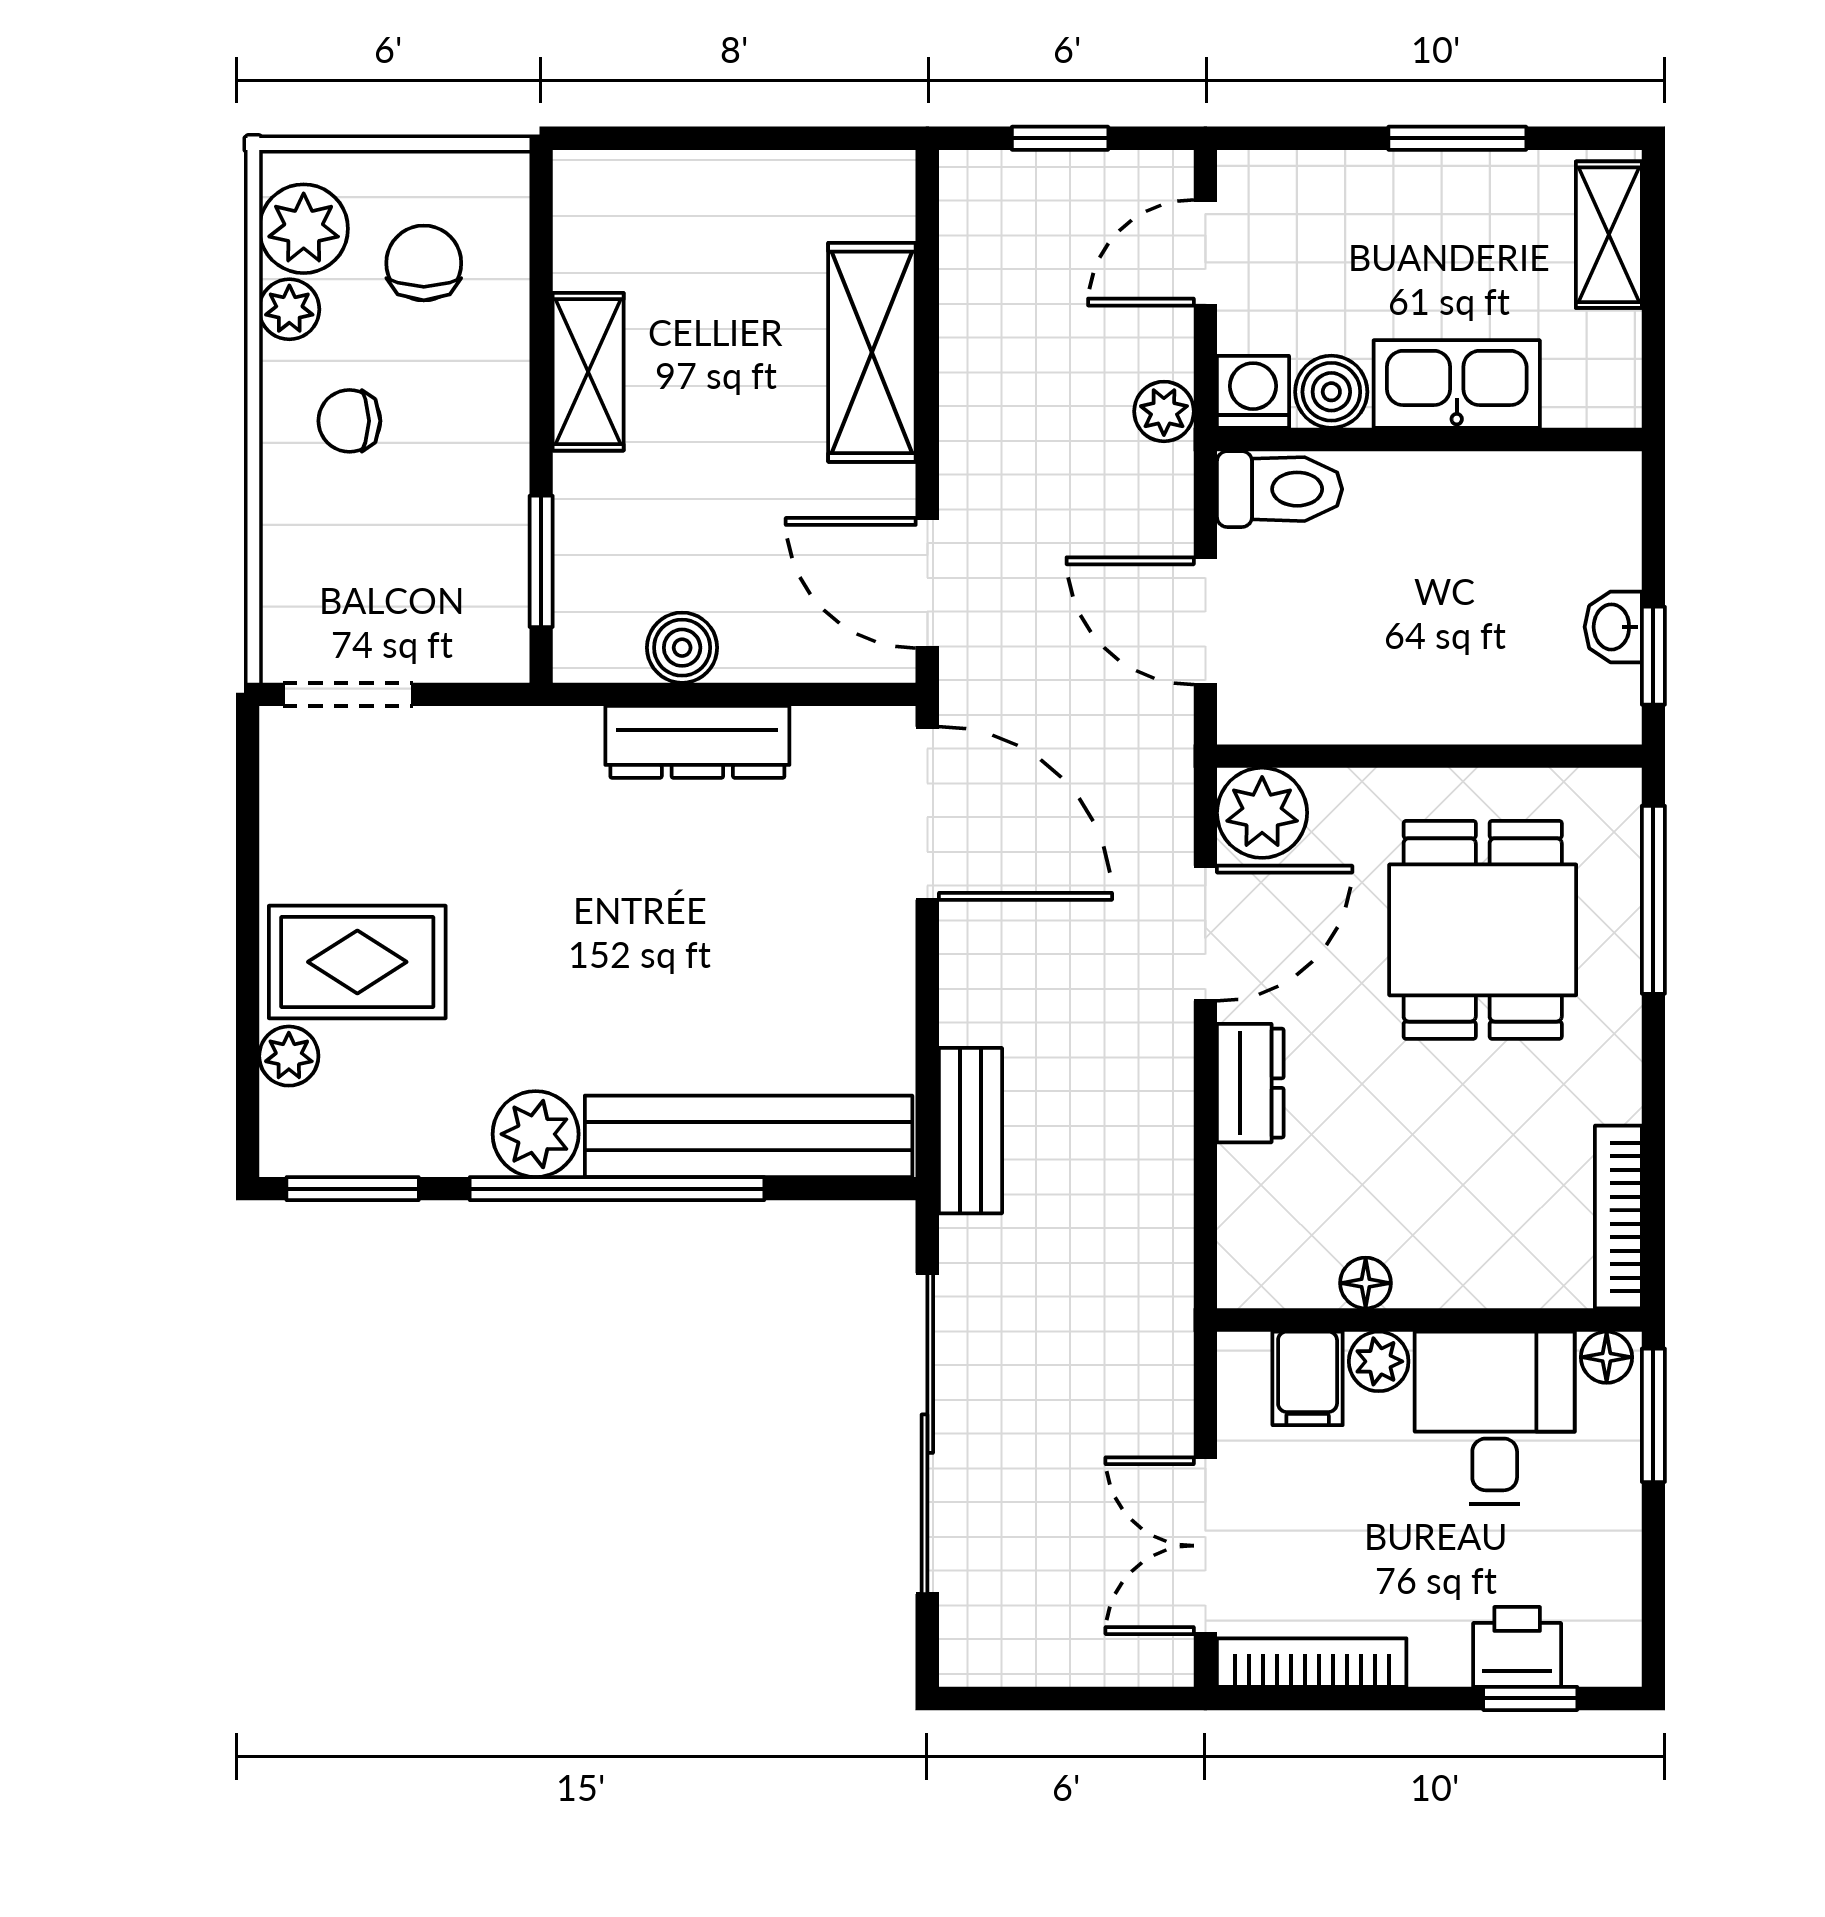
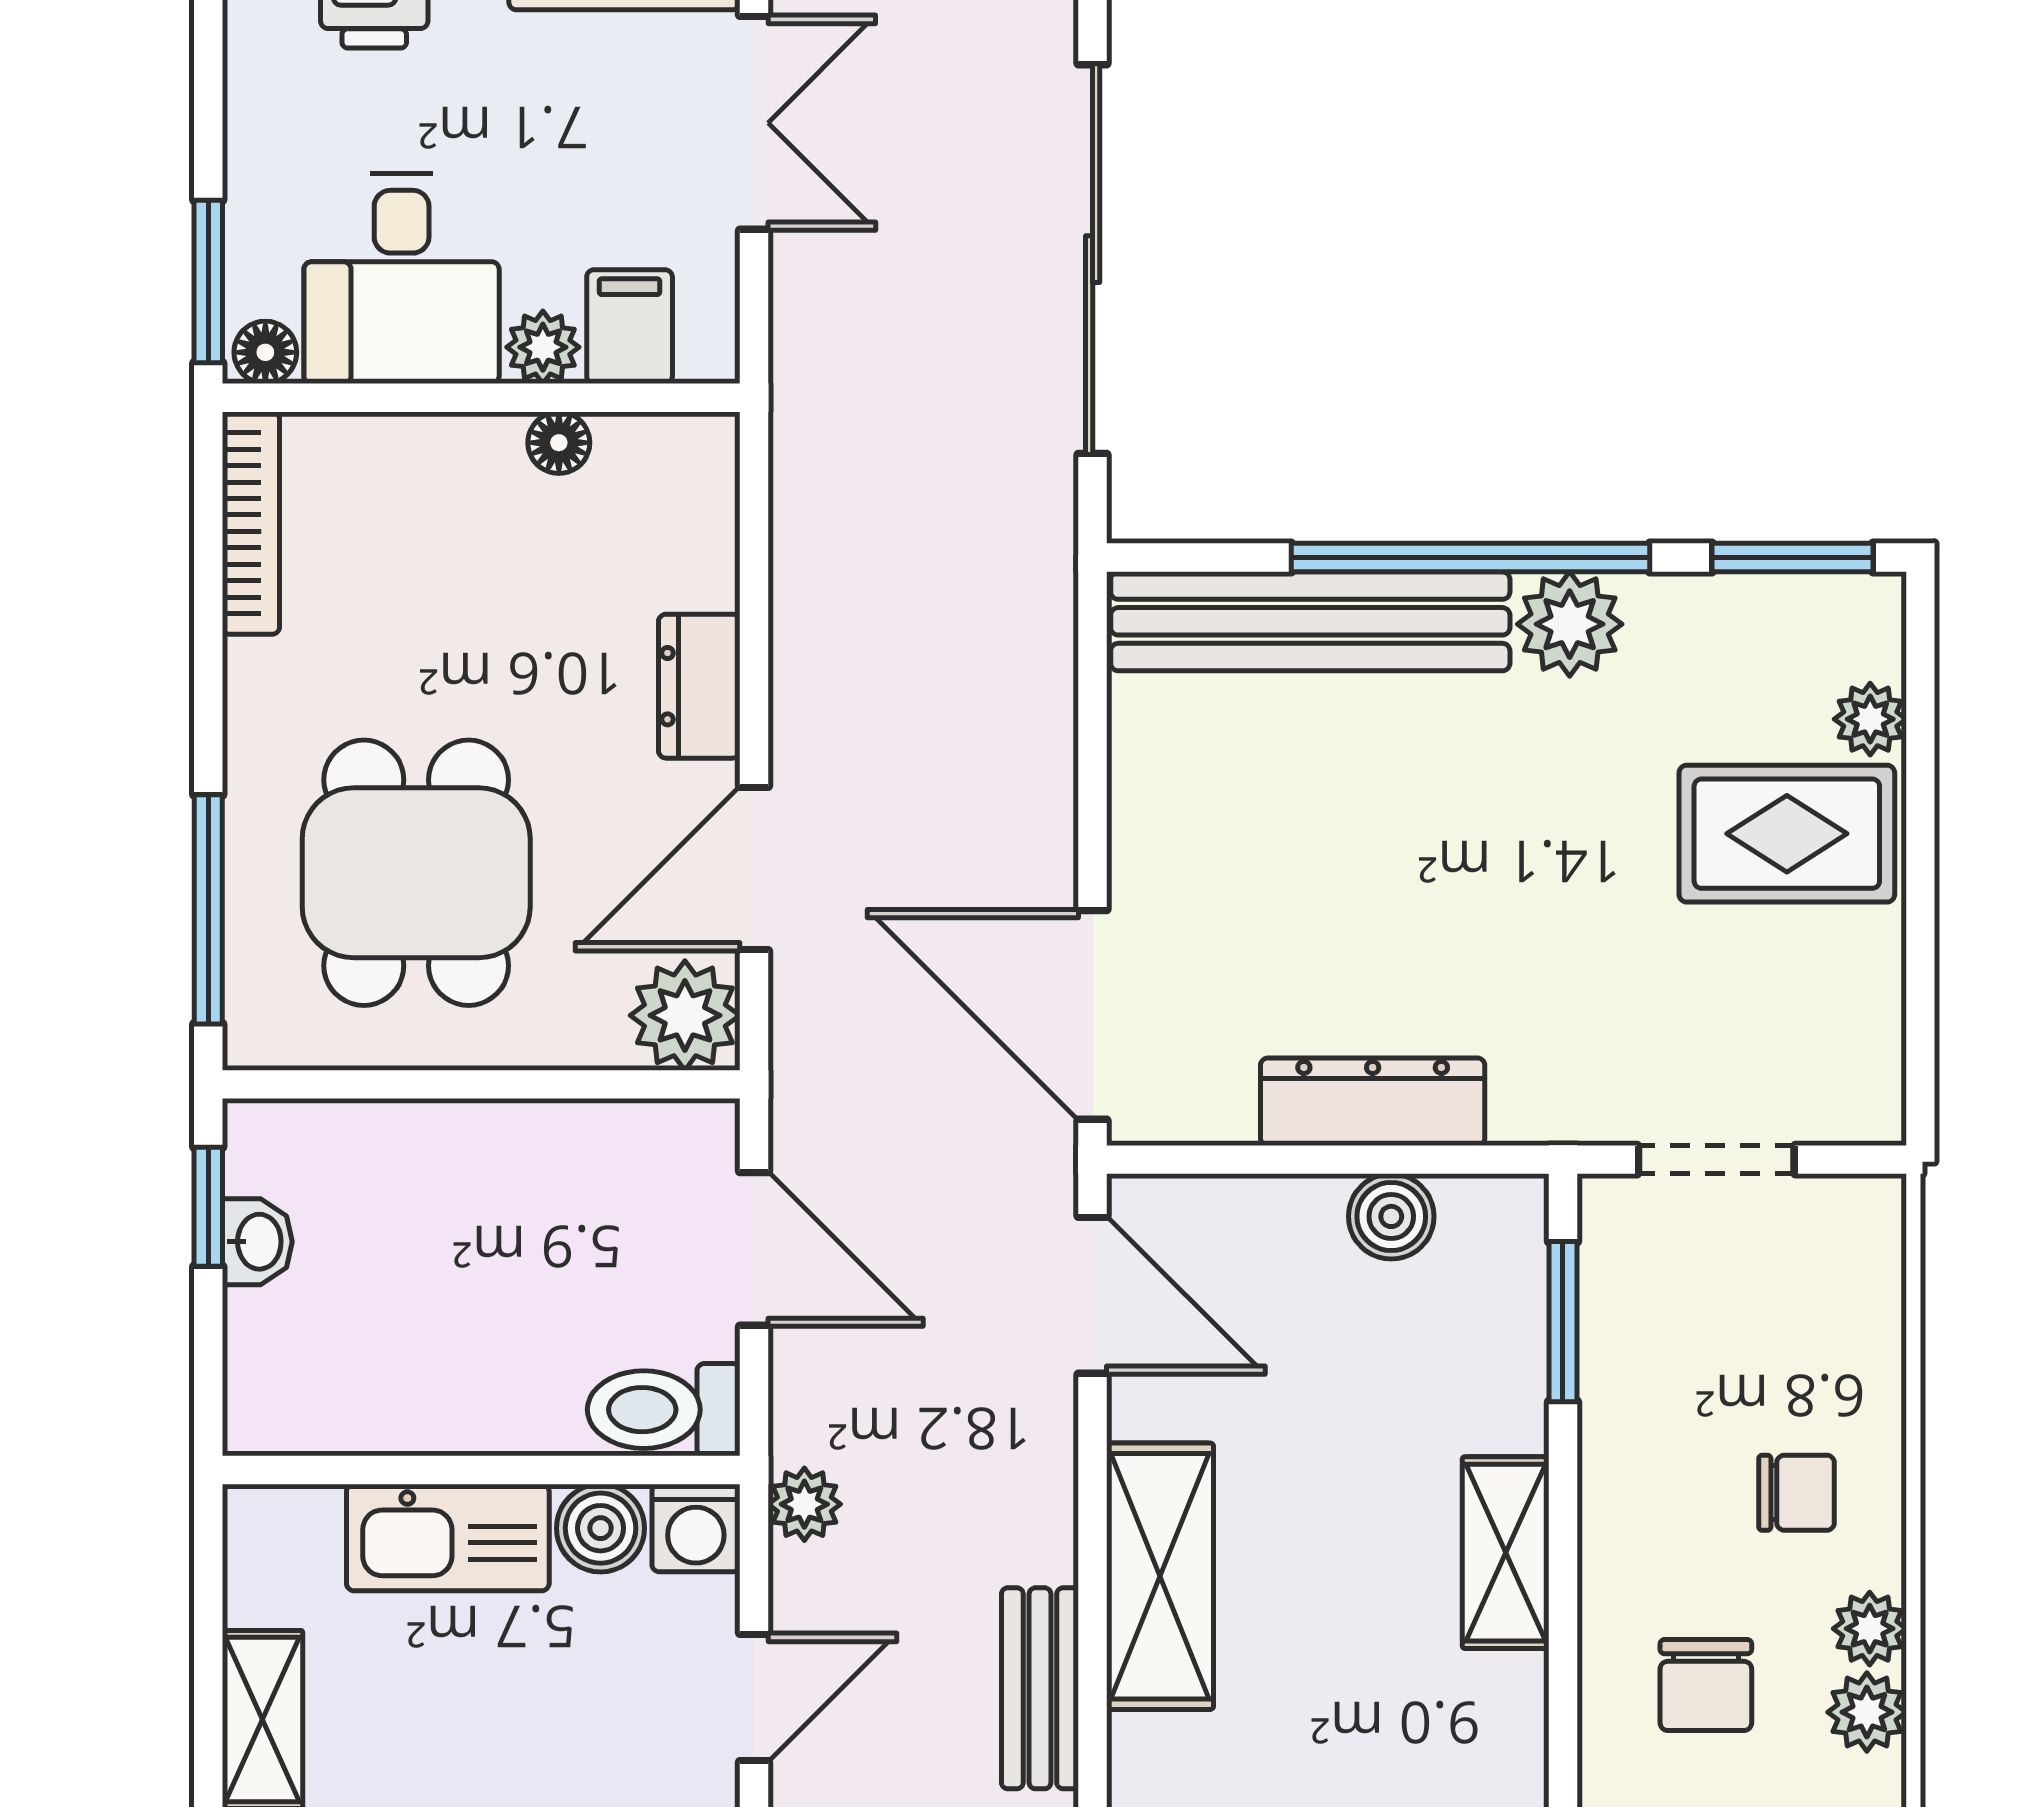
plant: (304, 229) -> (1867, 1712), width x0.73, depth x0.73
doorway: (348, 694) -> (1716, 1160), moved
bench: (970, 1131) -> (1040, 1688), moved

